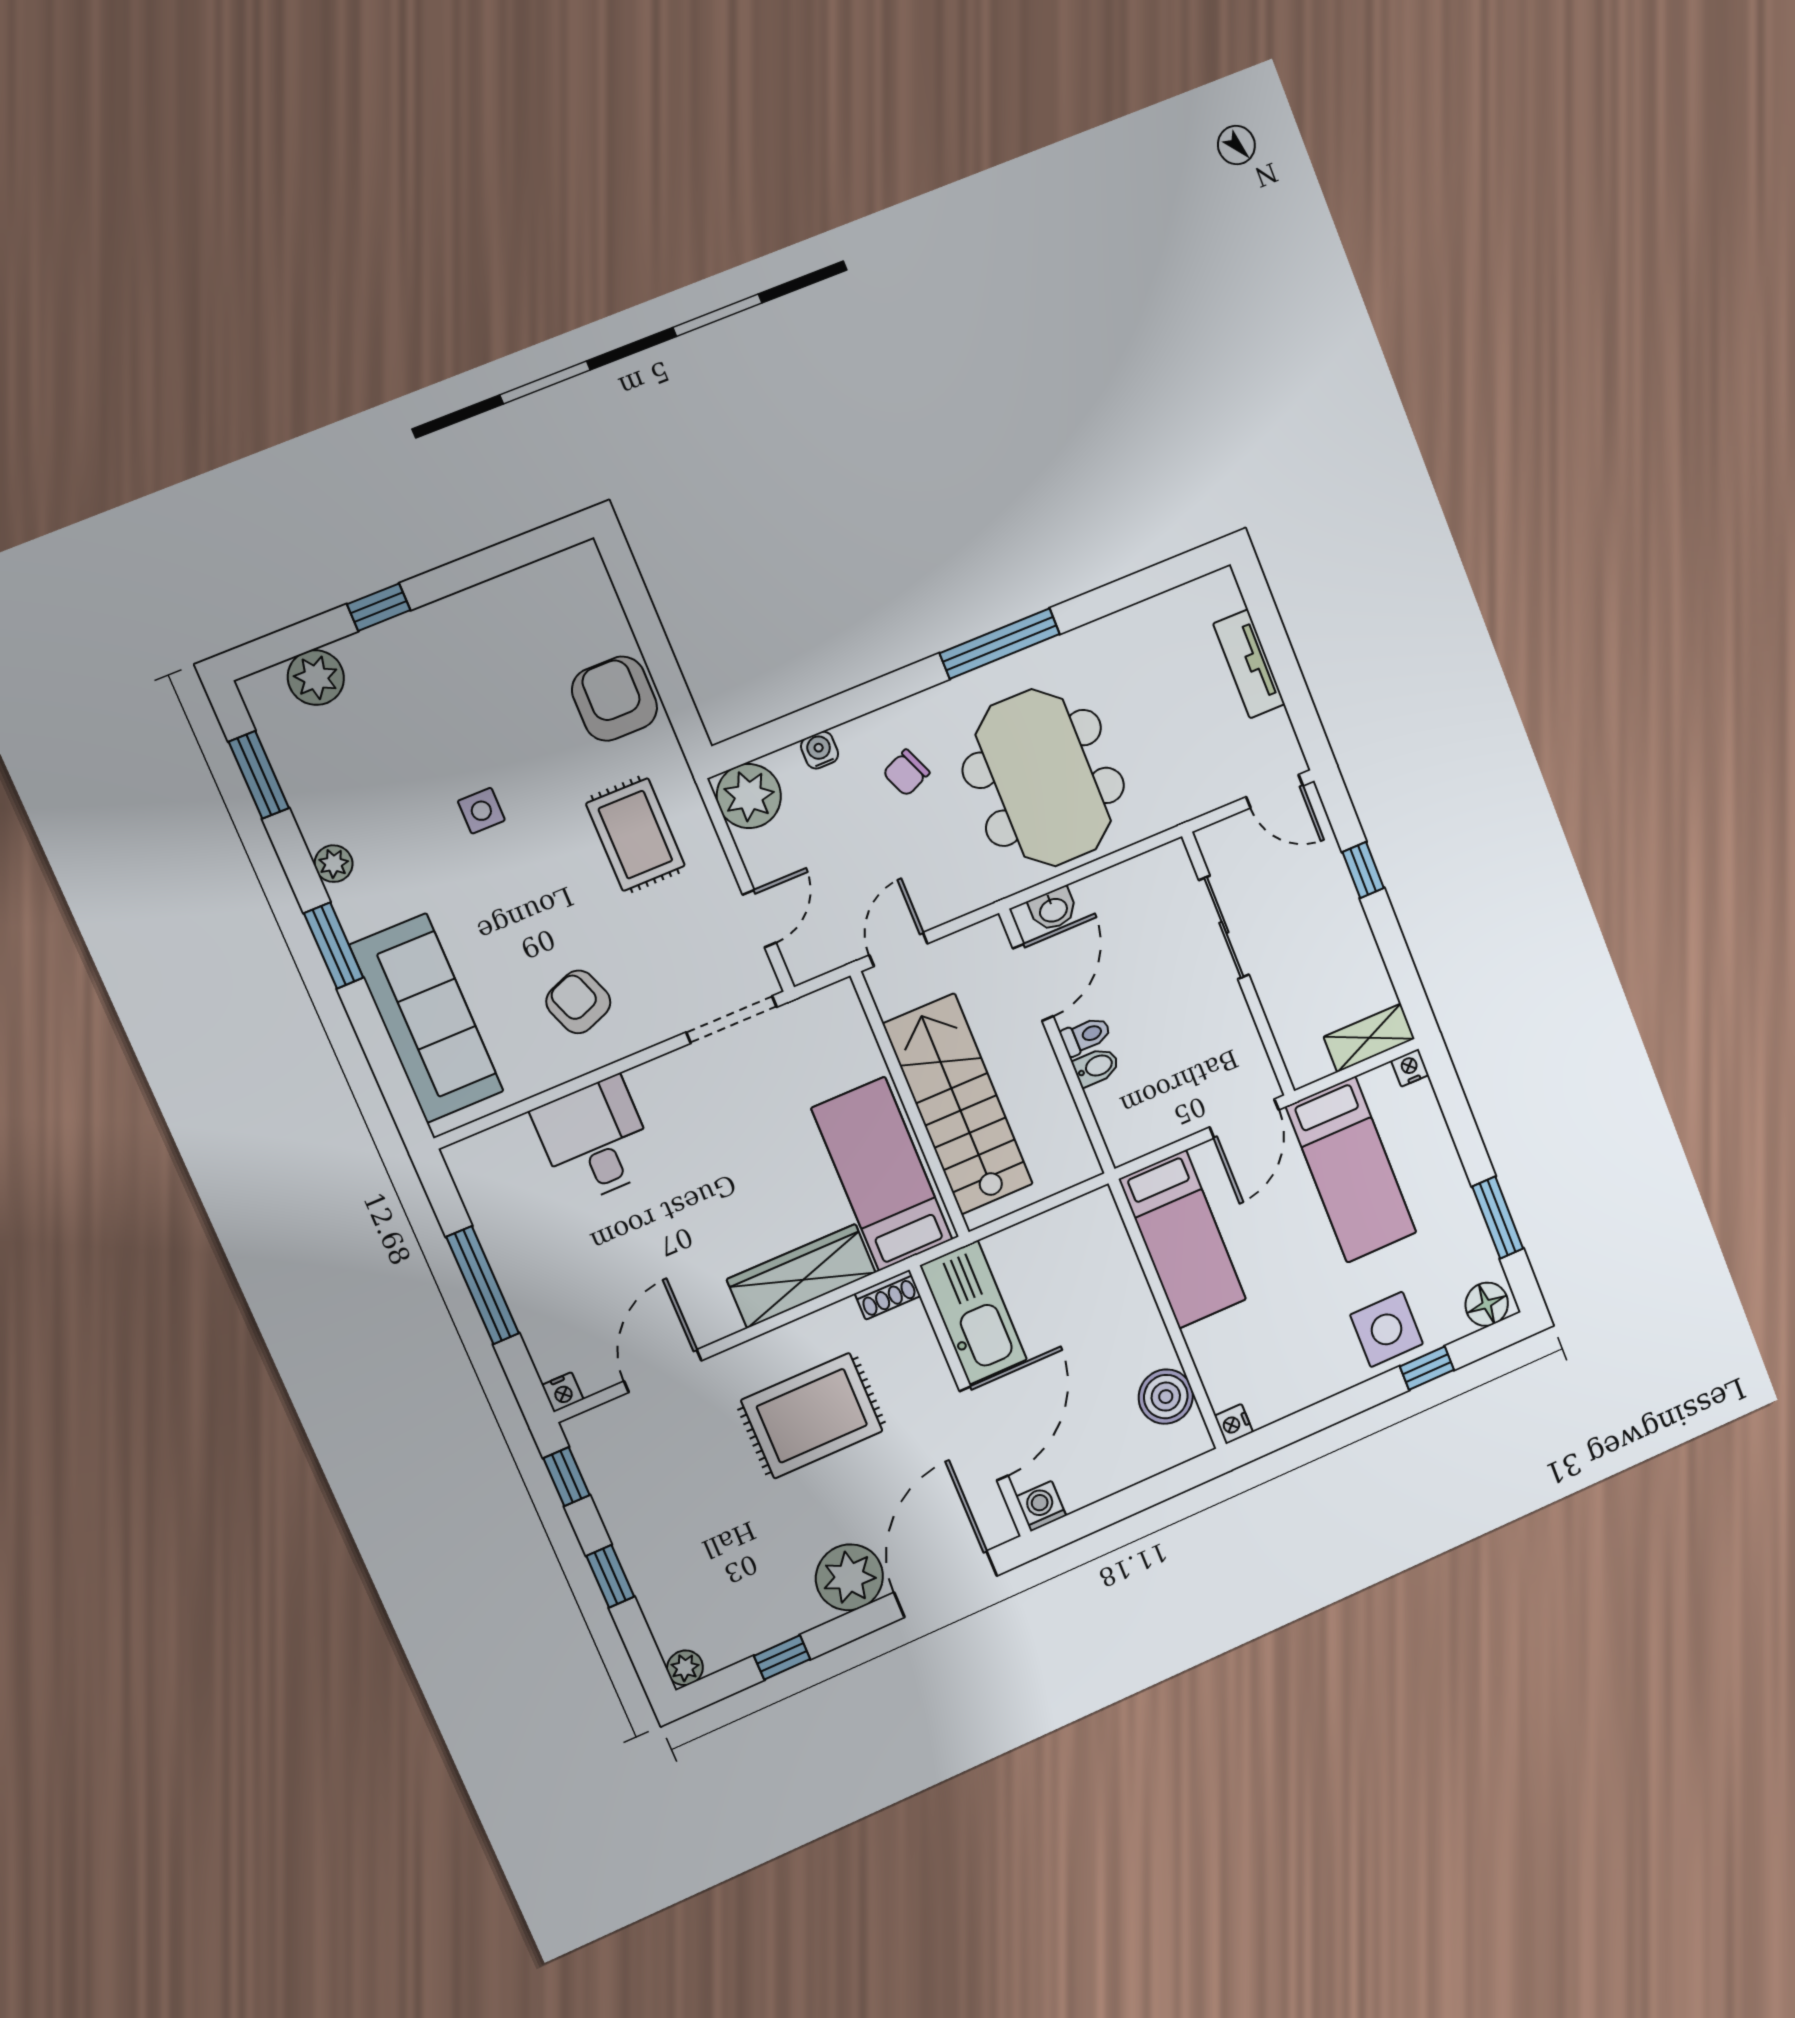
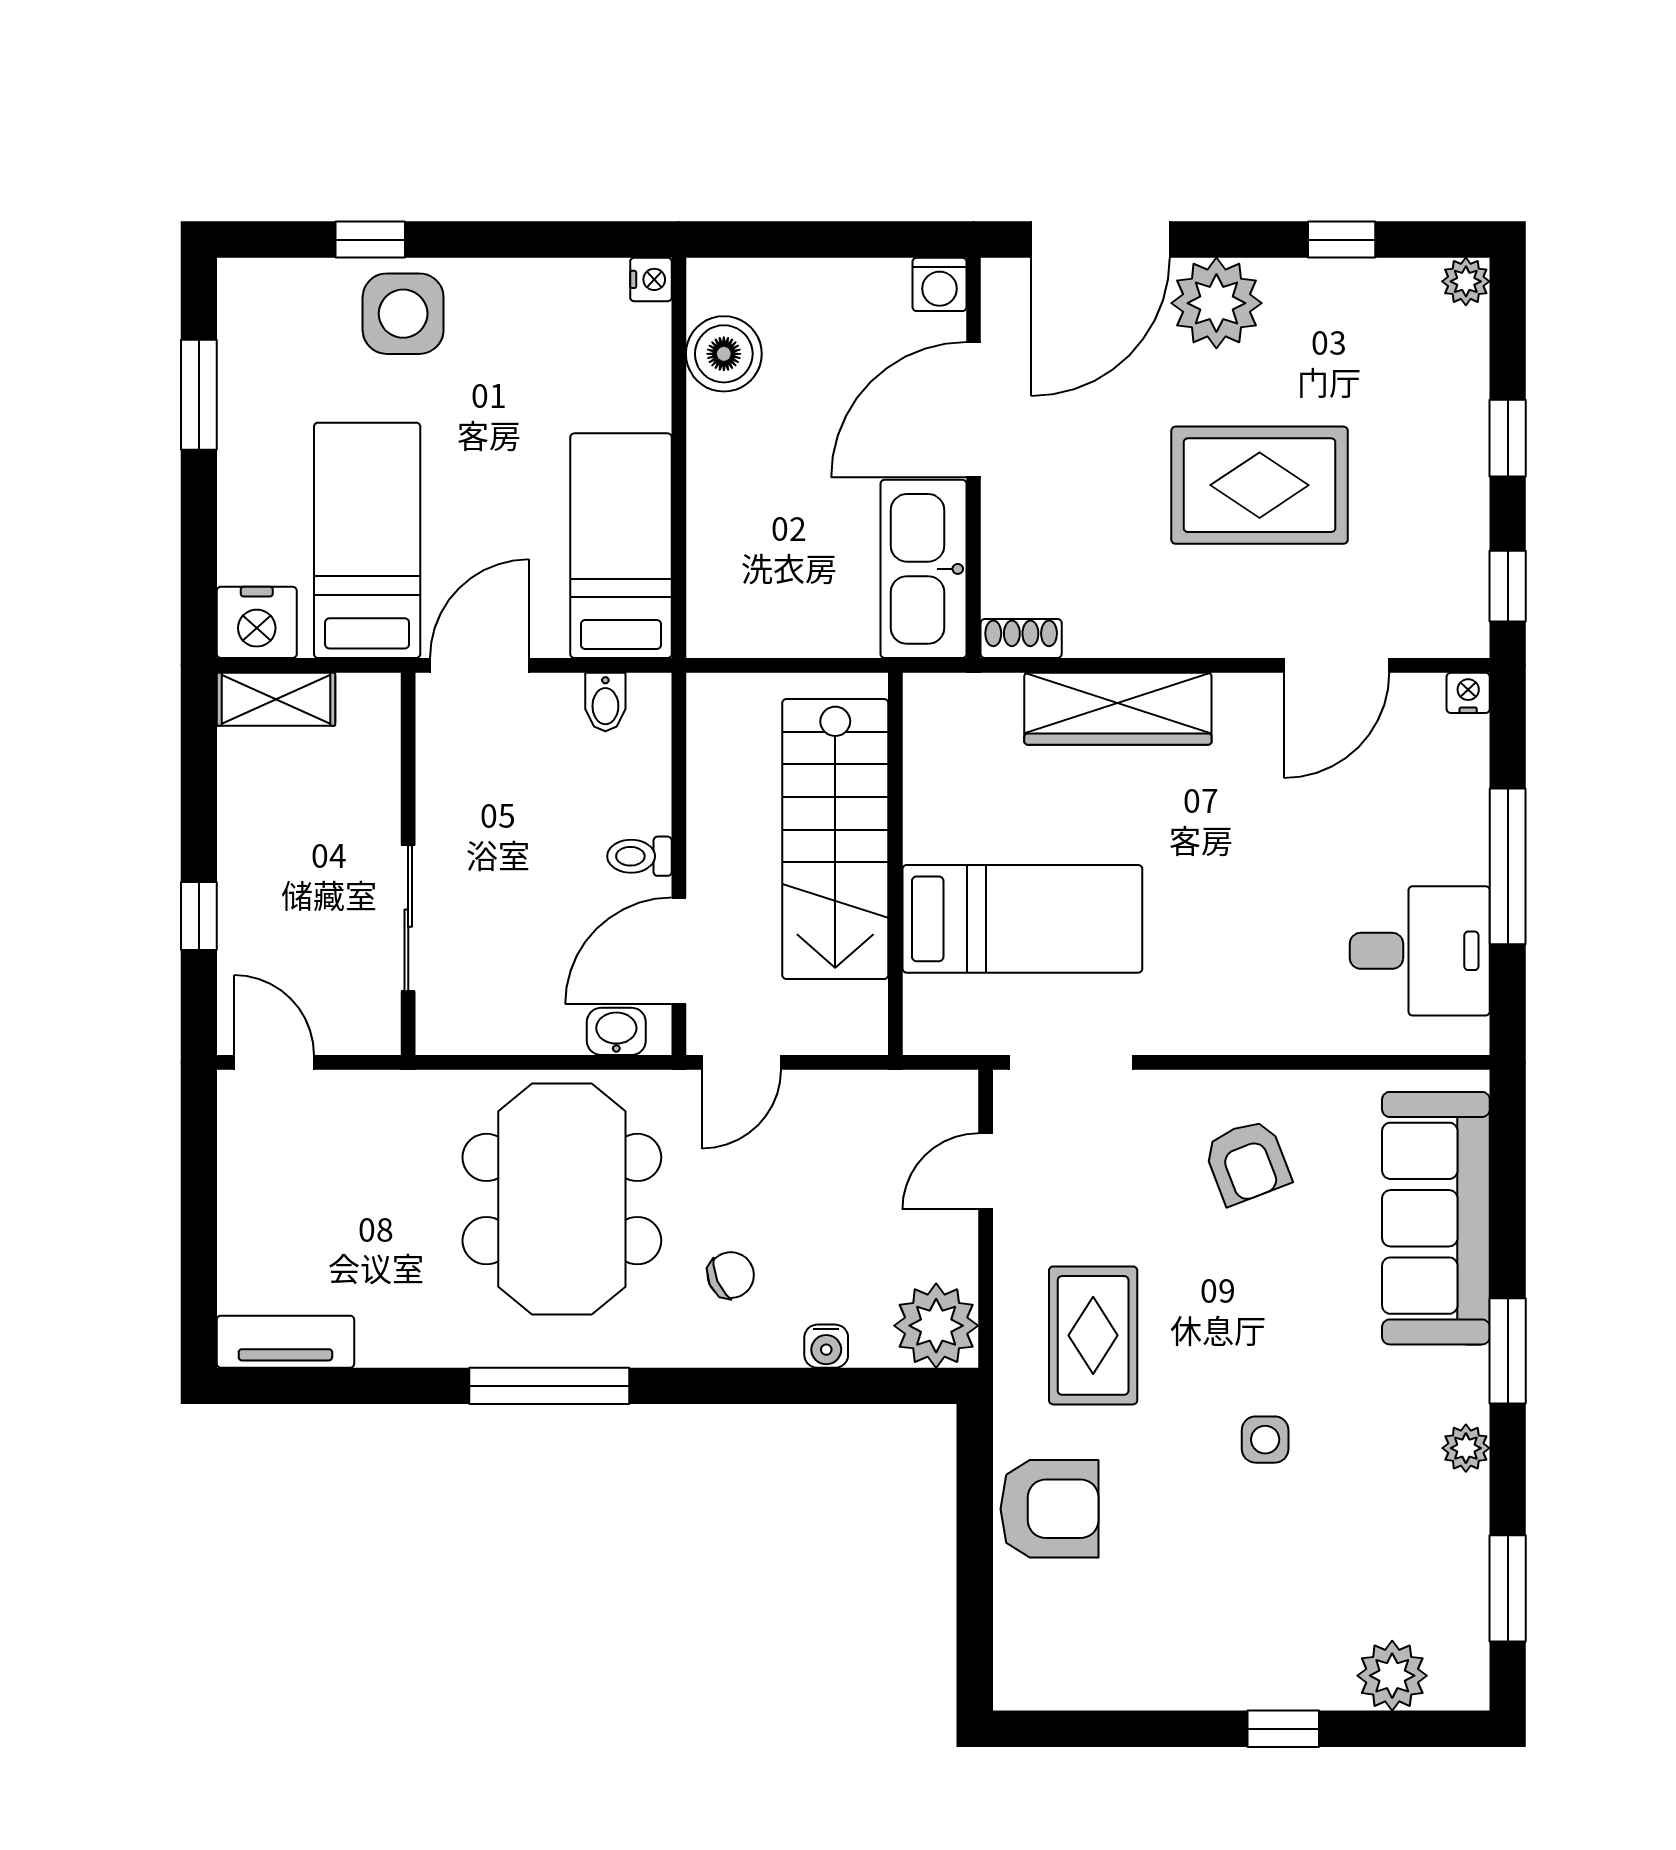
tv unit: (1249, 664) -> (285, 1342), moved, turned -90
armchair: (615, 699) -> (1049, 1509), turned -90
door: (898, 949) -> (741, 1062), moved
bidet: (1096, 1067) -> (605, 702), moved, turned -90
nightstand: (1410, 1068) -> (257, 622), width x1.89, depth x1.79
desk: (595, 1140) -> (1420, 951), moved, turned -90
bed: (882, 1174) -> (1022, 919), moved, turned -90
floor lamp: (1487, 1304) -> (258, 288), removed
rug: (812, 1416) -> (1260, 485), moved

